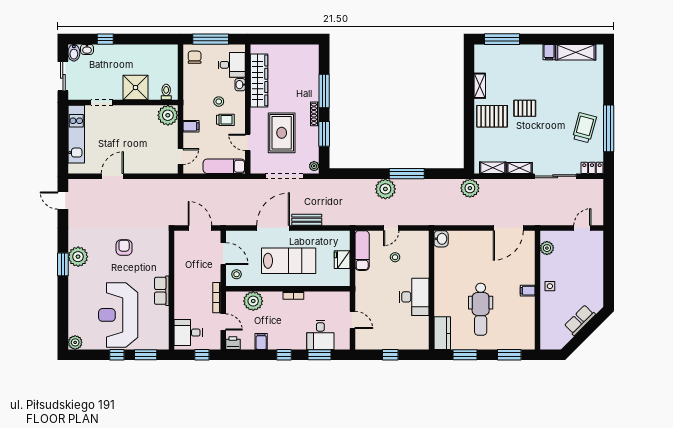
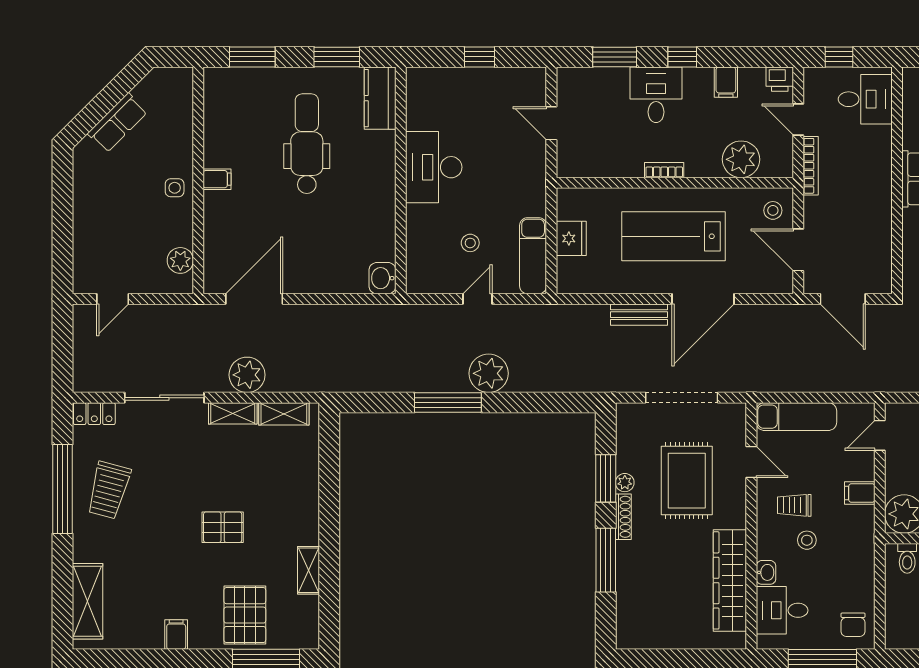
shelving: (576, 52) -> (88, 601), moved, turned 90
pallet: (492, 116) -> (245, 615), moved, turned 90
plant: (314, 166) -> (625, 483), moved
plant: (470, 188) -> (247, 375), moved
desk: (320, 335) -> (656, 95), moved

